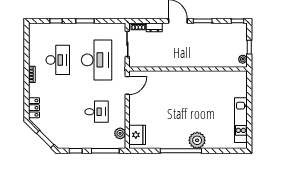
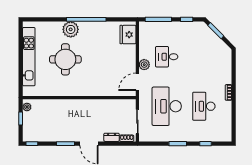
locker: (34, 108) -> (227, 61), removed
round table: (203, 109) -> (65, 59), added
kitchen unit: (241, 120) -> (29, 57), width x1.36
plant: (120, 133) -> (144, 65), moved

